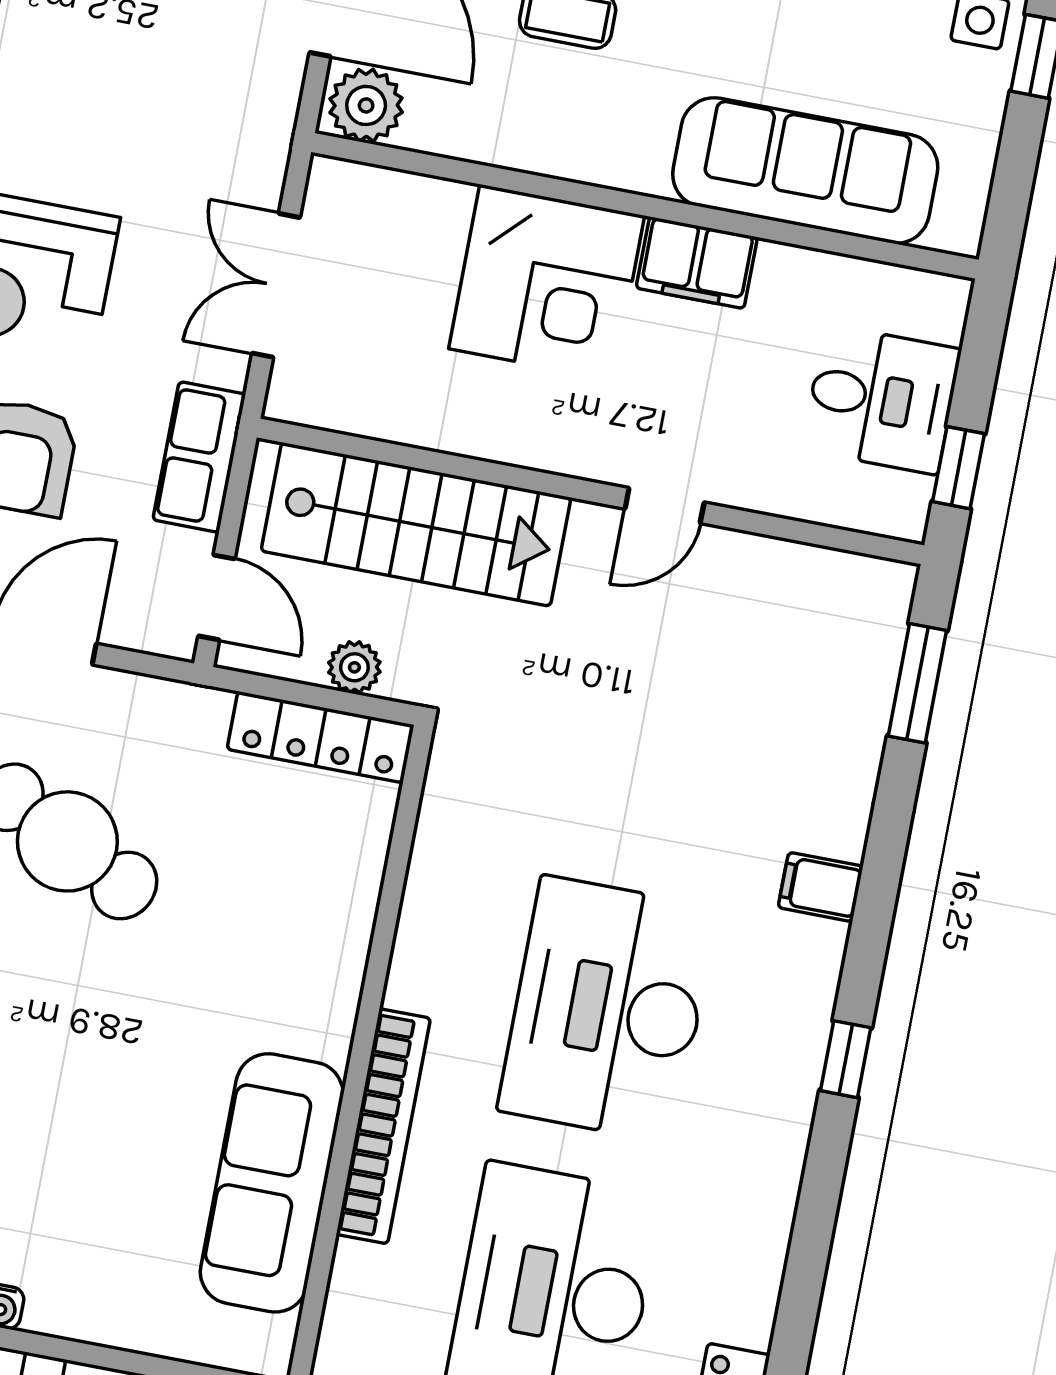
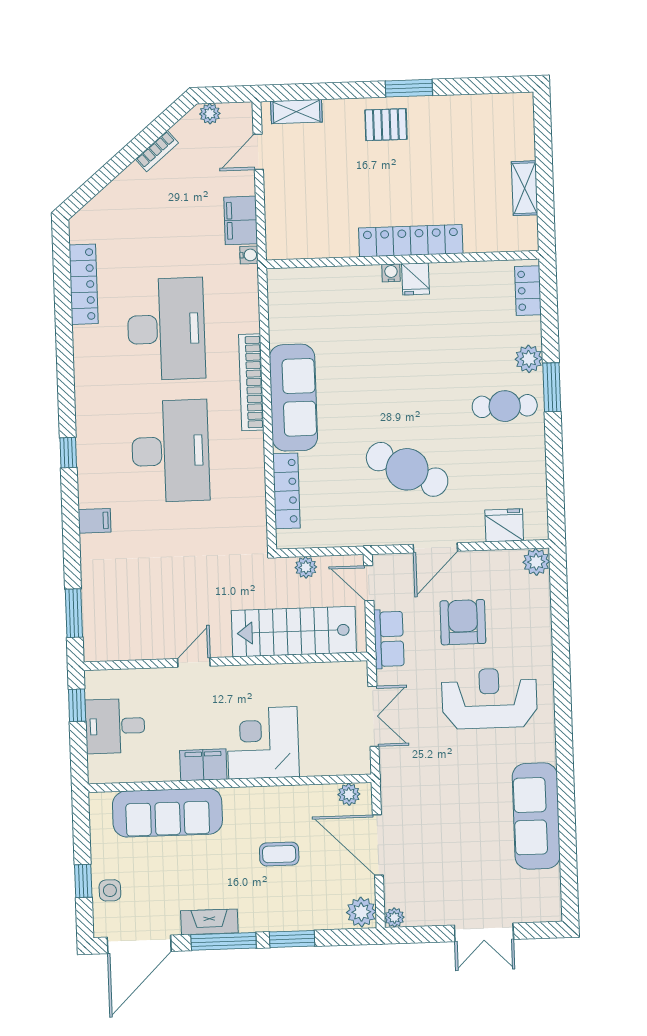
plant: (366, 105) -> (349, 794), width x0.73, depth x0.73
locker: (321, 737) -> (286, 491), moved, turned 90
sofa: (272, 1183) -> (293, 398), moved

